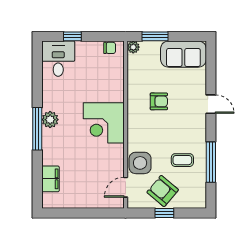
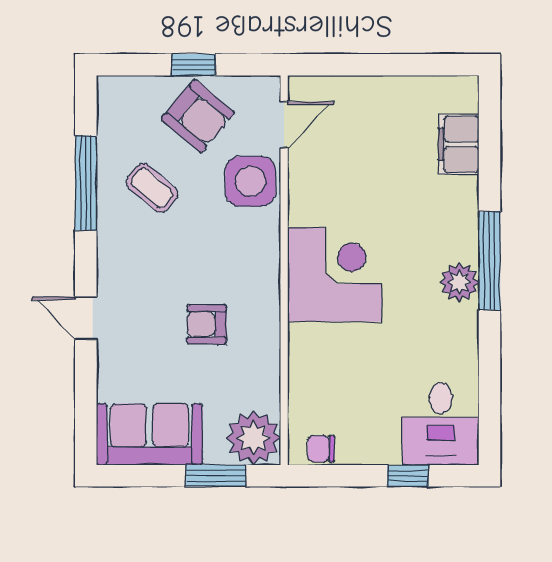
plant: (133, 47) -> (253, 438), width x1.88, depth x1.88
coffee table: (182, 160) -> (152, 188), turned 41

